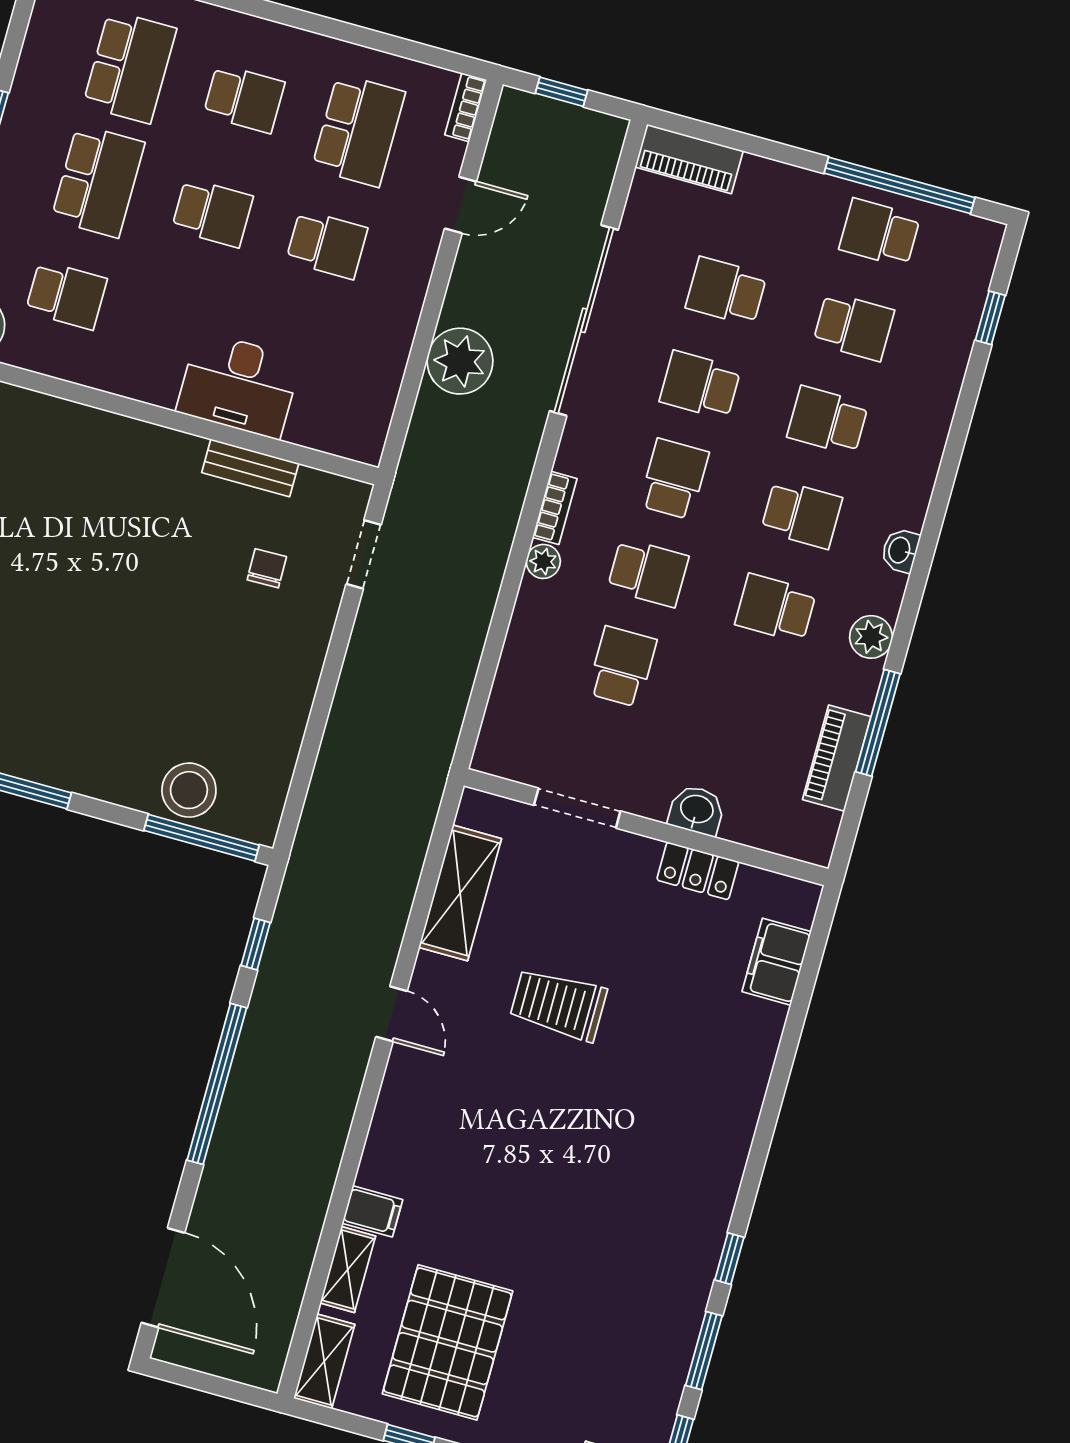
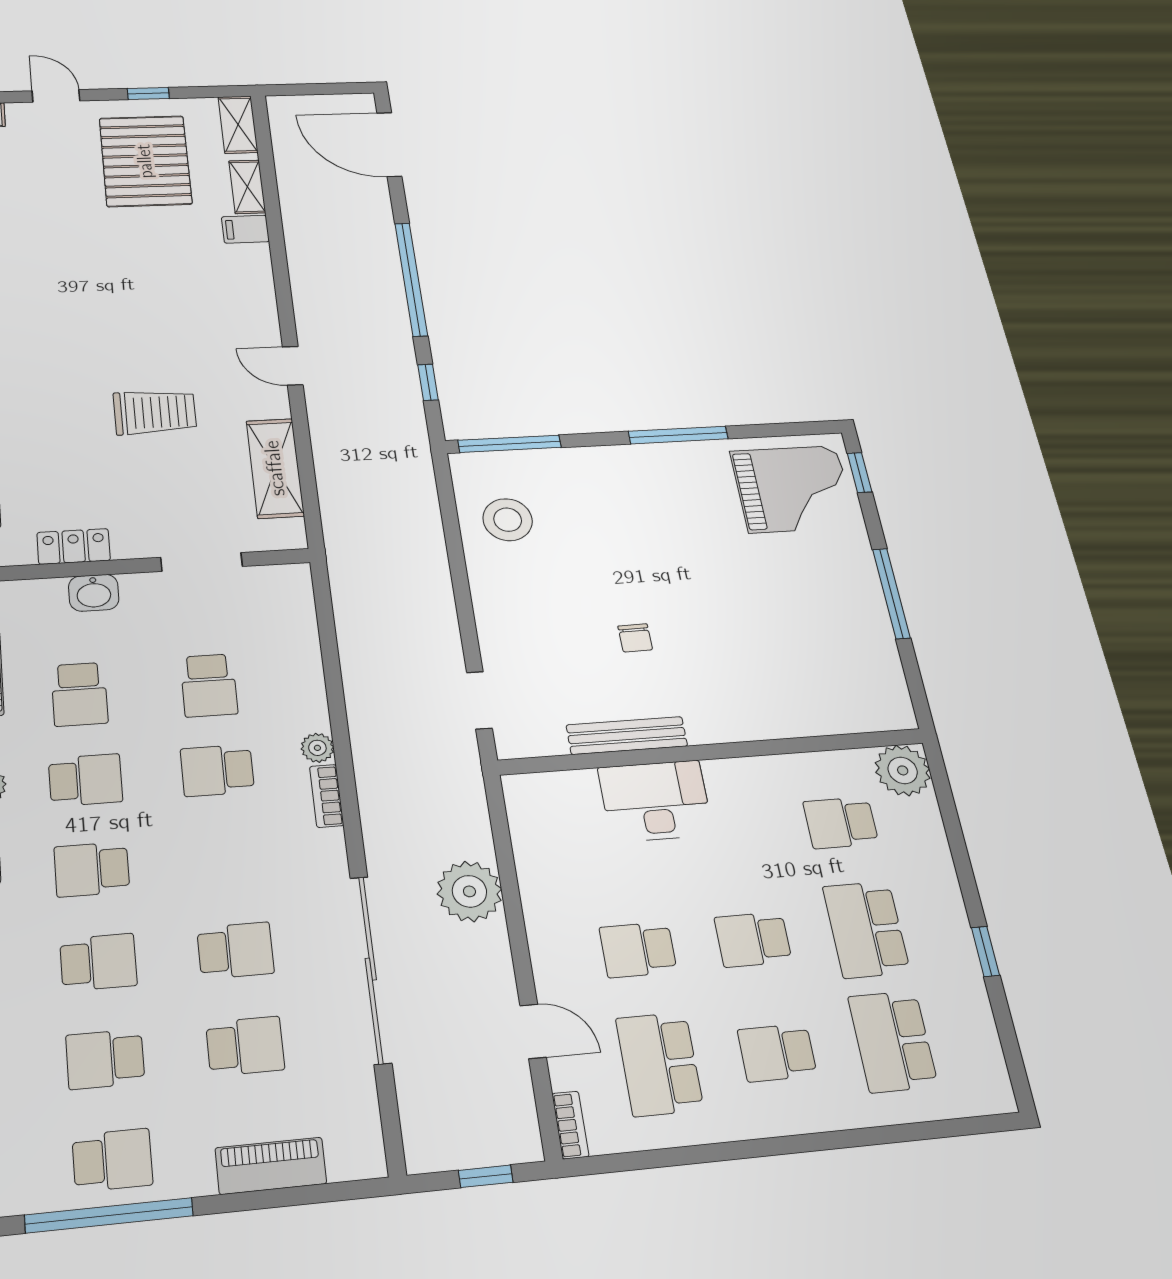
piano: (689, 159) -> (271, 1166), moved
door: (460, 205) -> (533, 1031), swing flipped
bench: (250, 468) -> (627, 736), width x1.36
school desk: (674, 479) -> (79, 694), moved
chair: (267, 568) -> (635, 638), moved
stool: (189, 790) -> (508, 520), moved

